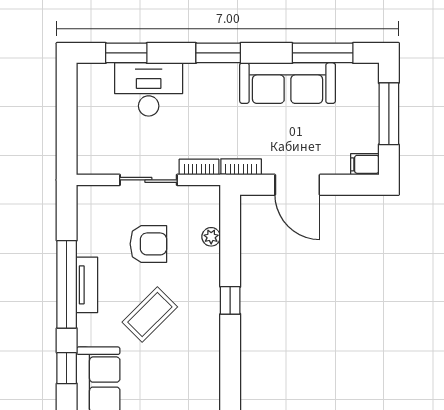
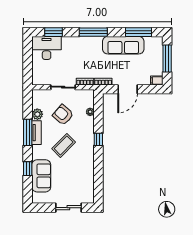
window: (218, 53) -> (93, 32), width x1.44
desk: (149, 89) -> (47, 48), moved
door: (297, 185) -> (128, 89), hinge flipped
plant: (89, 242) -> (37, 114), added
armchair: (148, 244) -> (63, 115), turned -139
window: (67, 284) -> (28, 132), width x0.68

